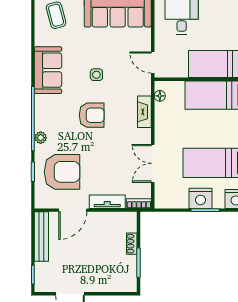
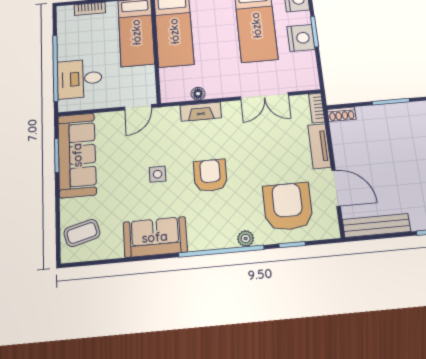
floor lamp: (160, 96) -> (198, 94), moved
shoe rack: (132, 244) -> (342, 114), moved

